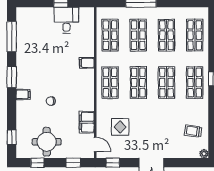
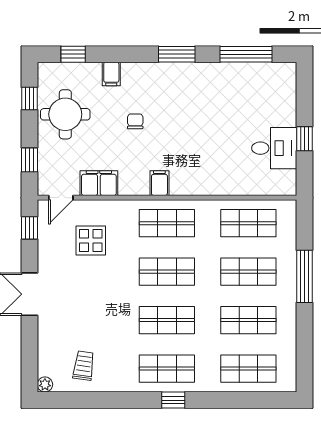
filing cabinet: (87, 63) -> (159, 183), moved
filing cabinet: (23, 95) -> (111, 74), moved

